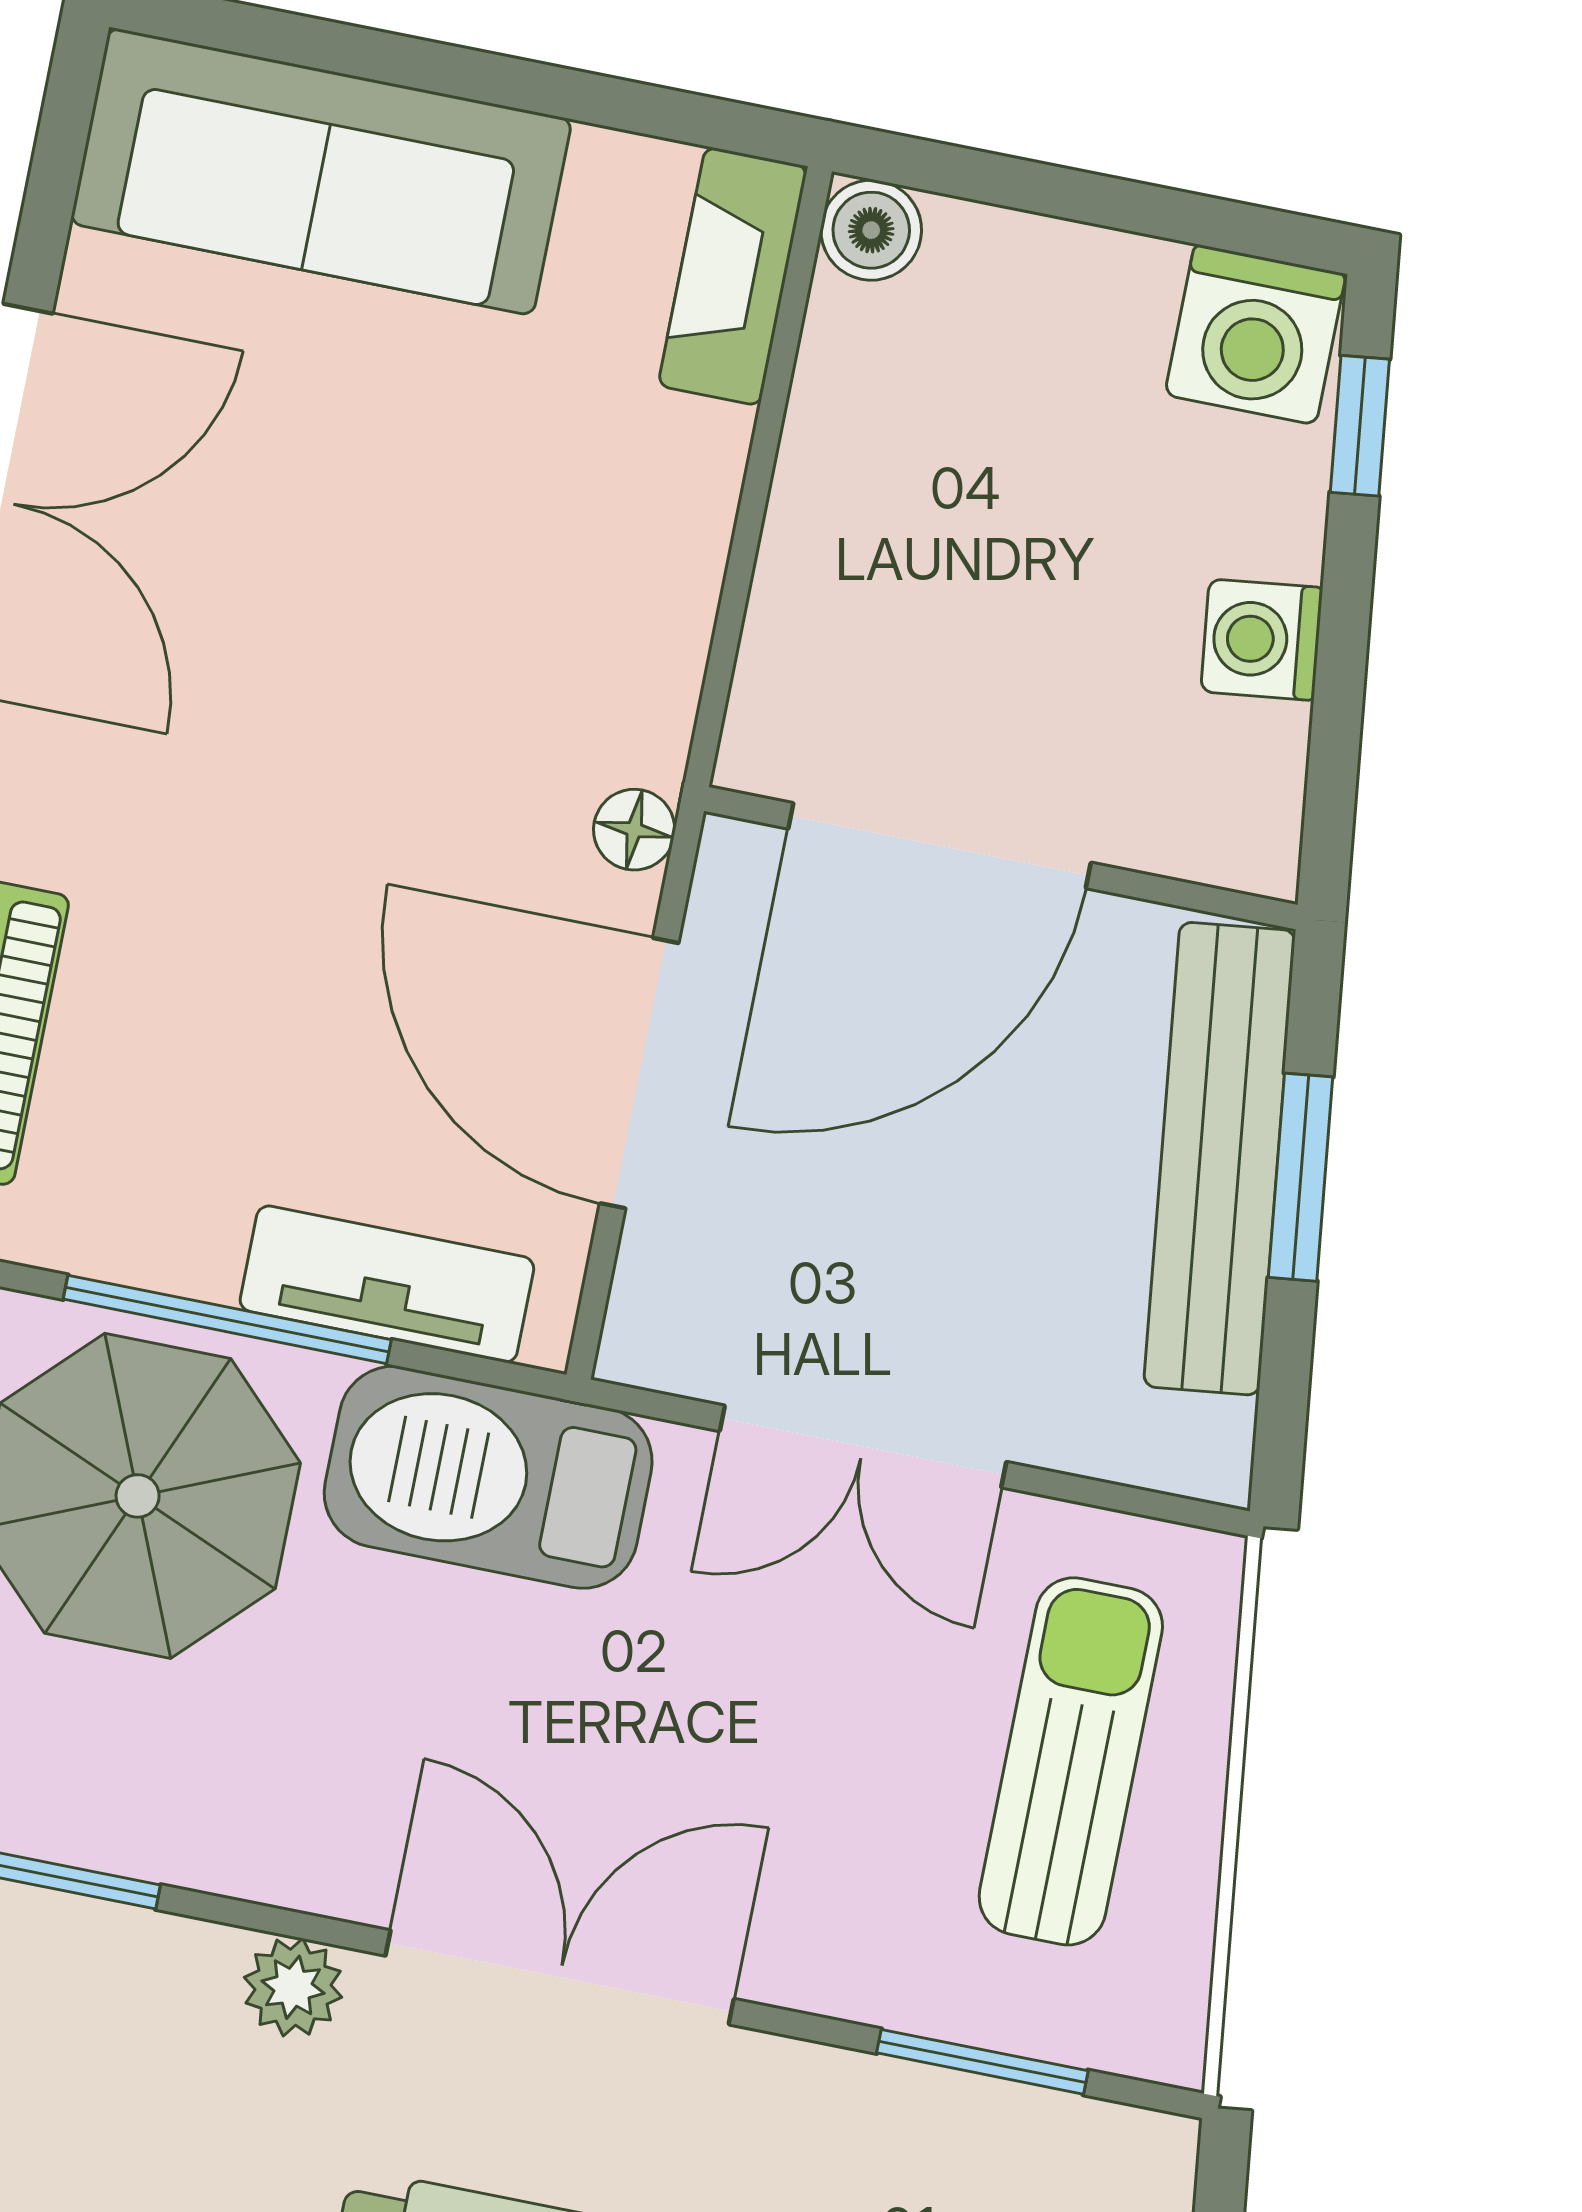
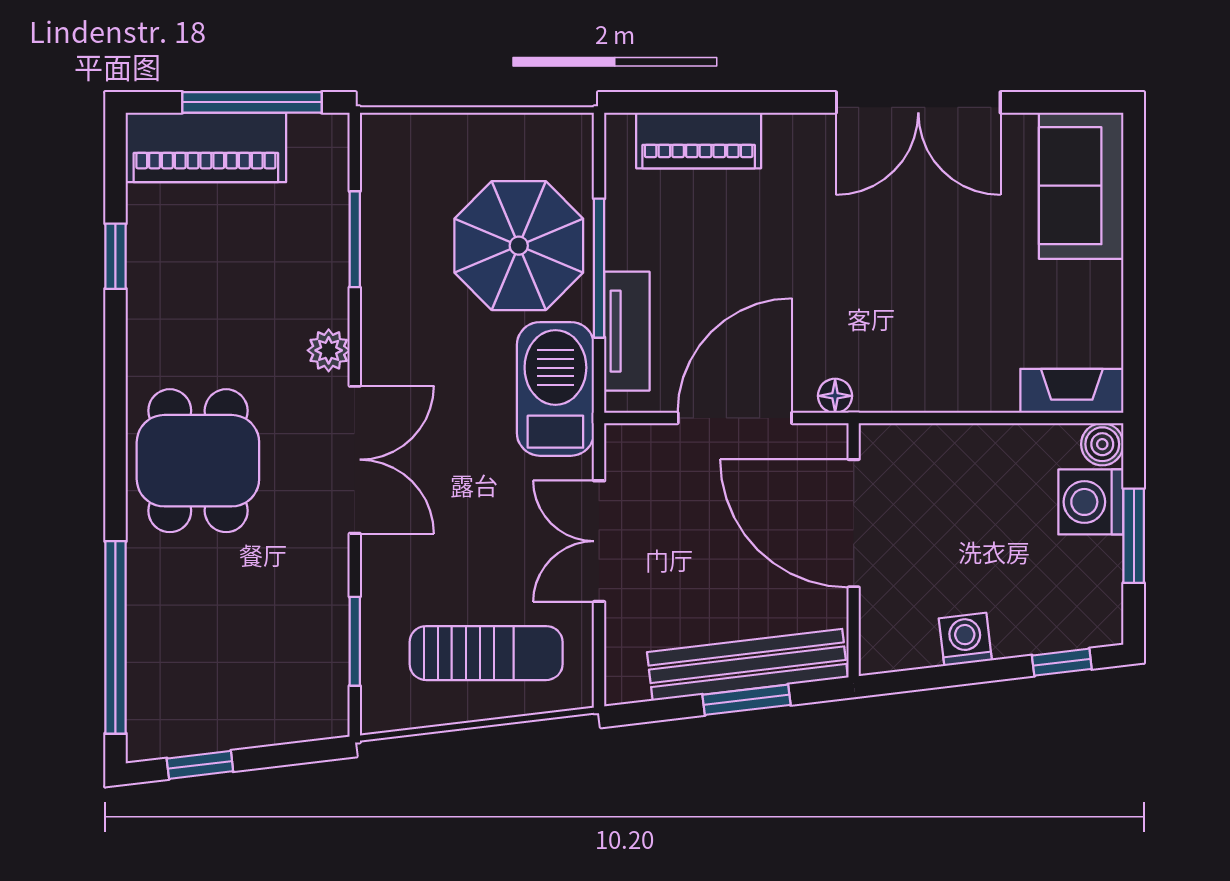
sofa: (321, 171) -> (1081, 186), width x0.73
window: (1099, 200) -> (1134, 536), added
washing machine: (1255, 334) -> (1091, 502), moved

